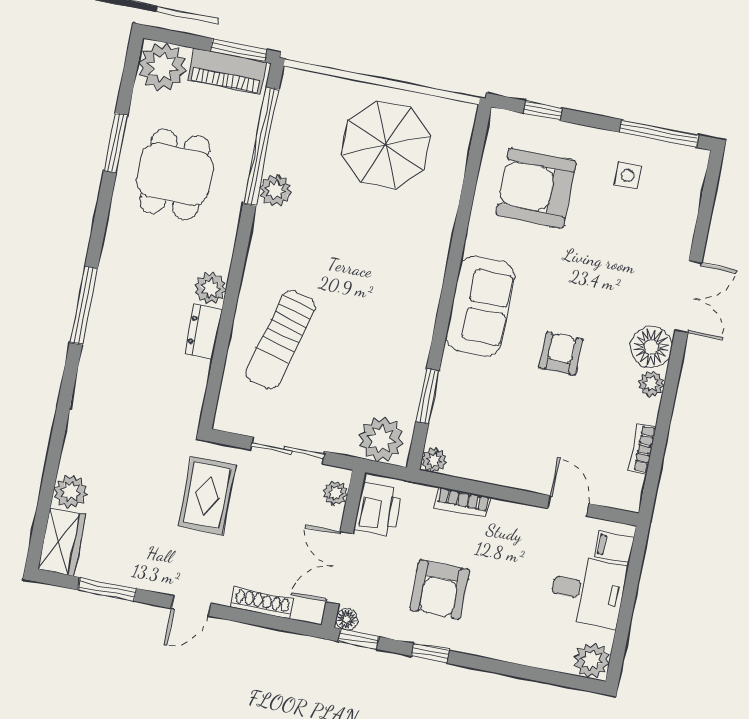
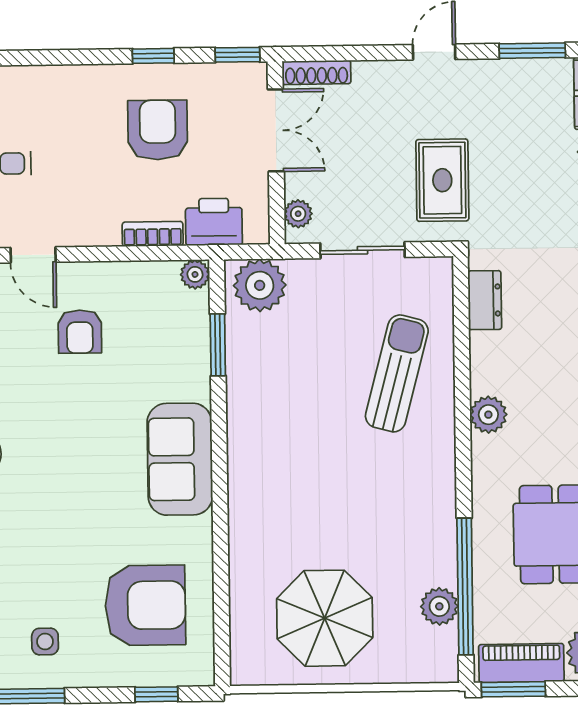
plant: (275, 190) -> (439, 606), moved
dresser: (203, 332) -> (485, 300), moved
armchair: (561, 354) -> (80, 332), moved
printer: (378, 510) -> (214, 222), moved, turned 90
shoe rack: (262, 603) -> (316, 72), moved
floor lamp: (347, 619) -> (255, 74), removed

